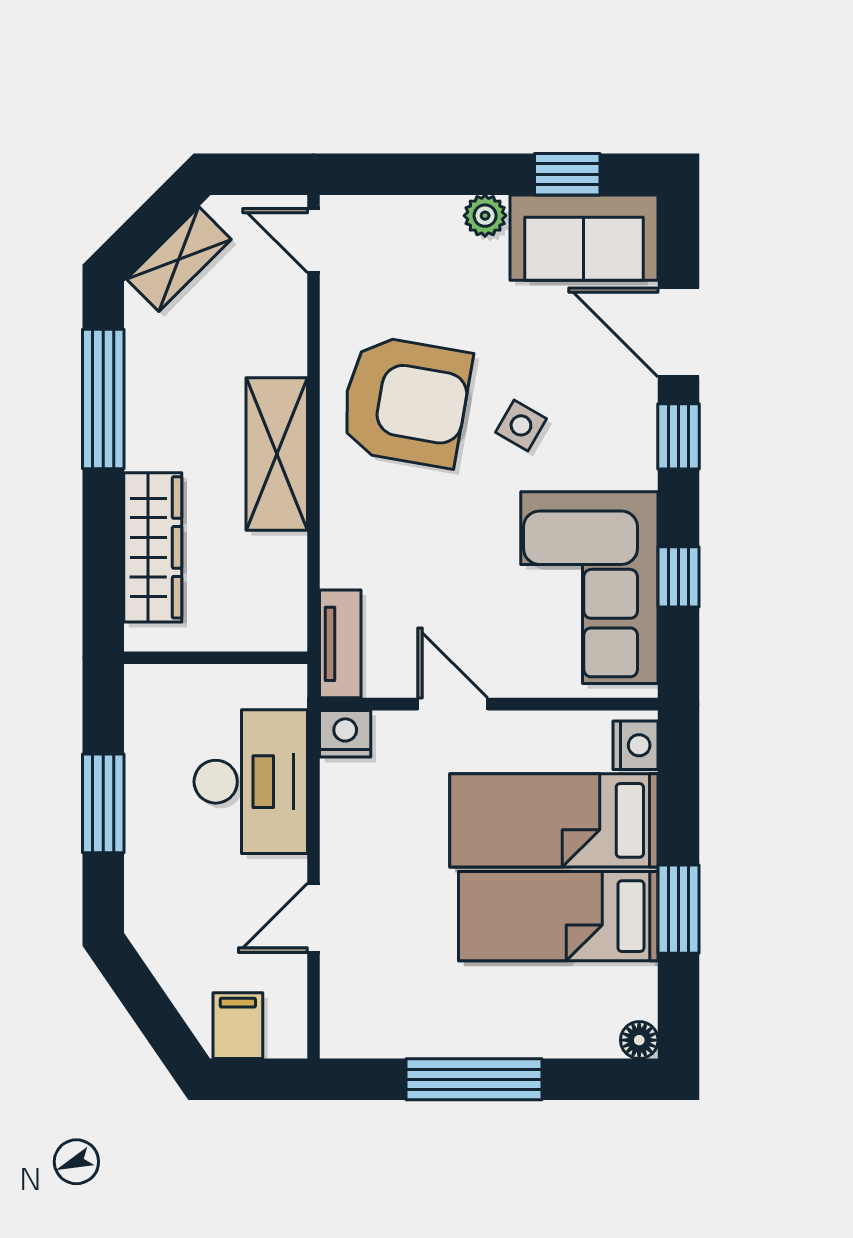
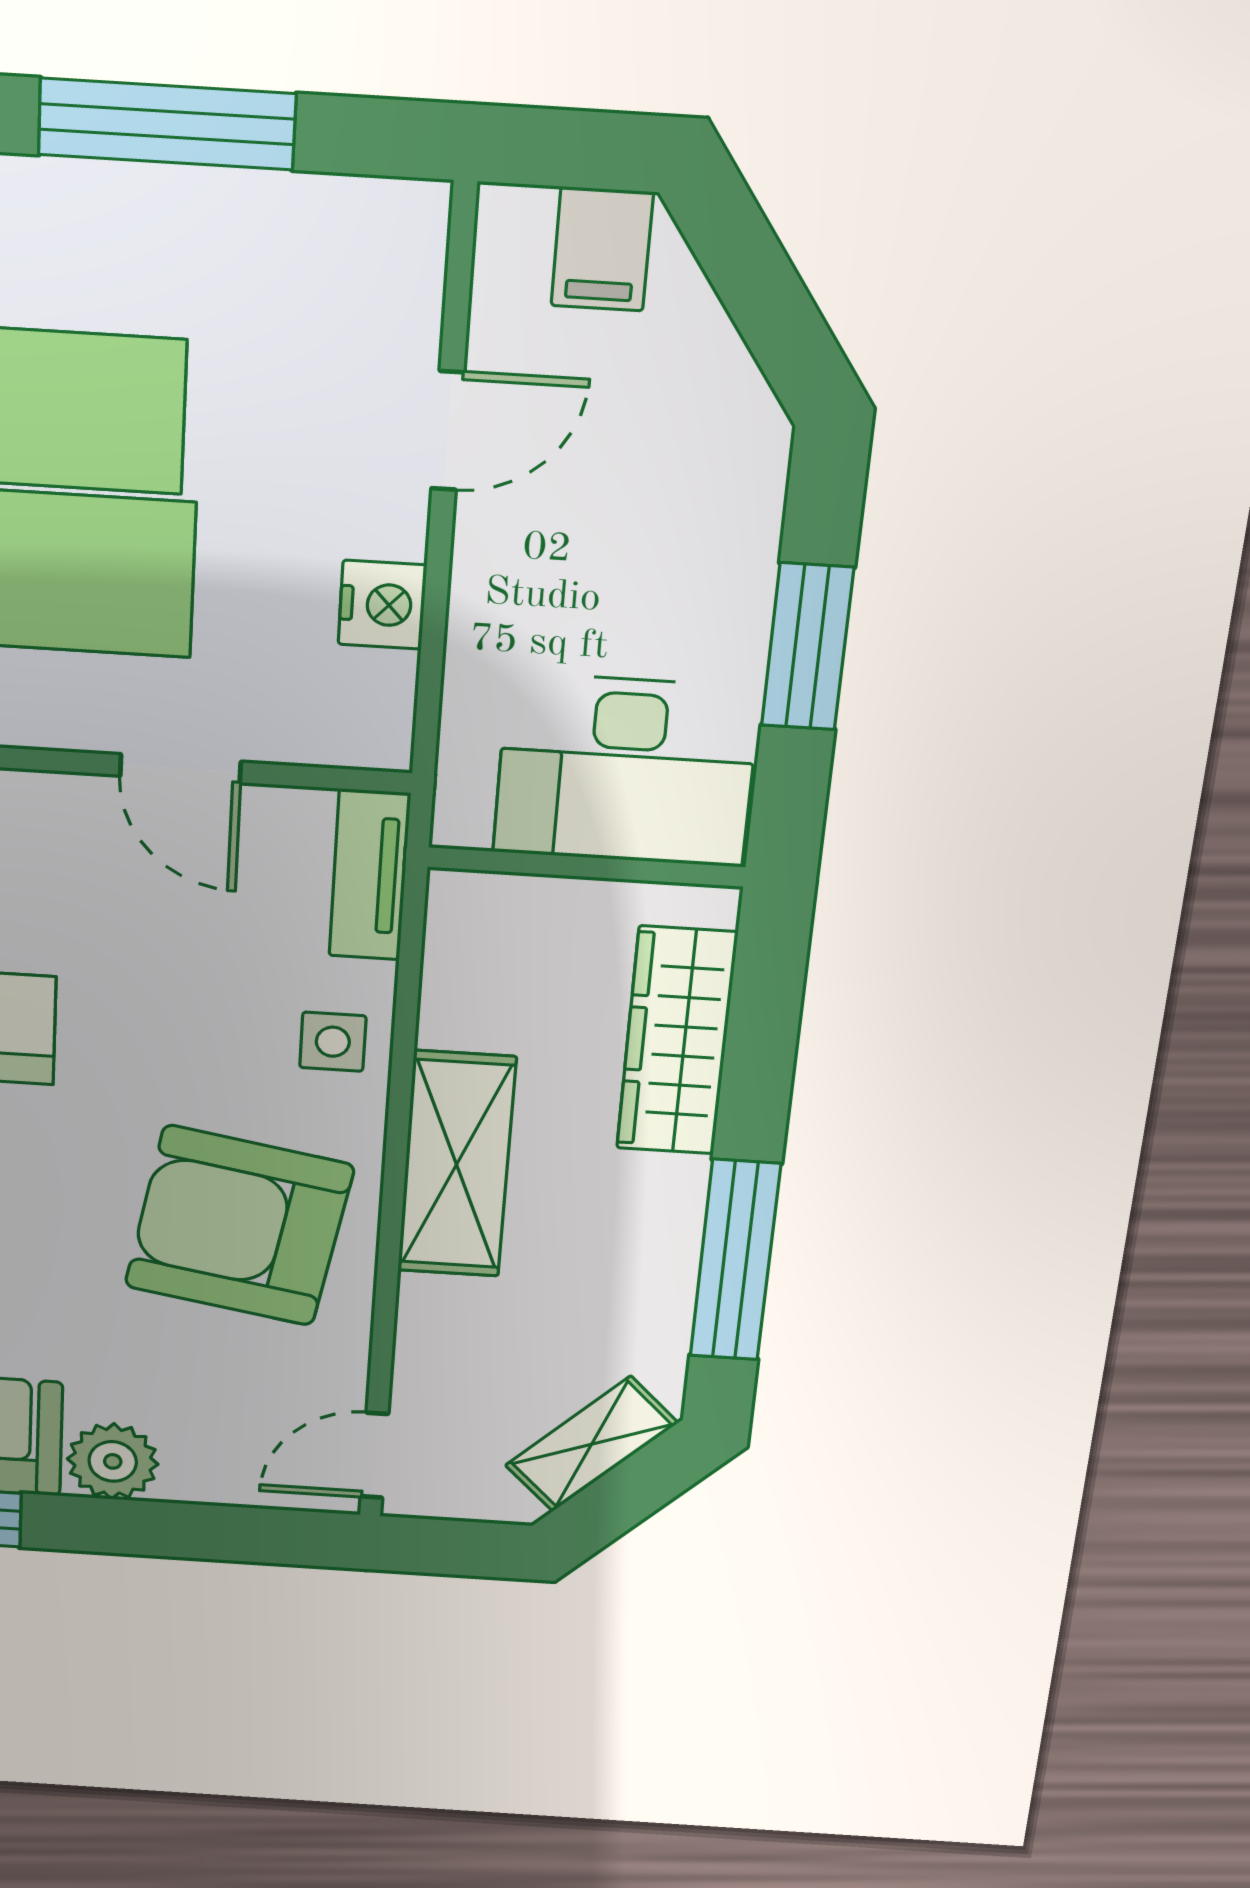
plant: (485, 216) -> (113, 1461), width x1.38, depth x1.38
door: (314, 241) -> (374, 1455), swing flipped
side table: (521, 425) -> (333, 1042), moved, turned -30
nightstand: (345, 734) -> (382, 605), moved, turned -90
desk: (251, 782) -> (626, 770), moved, turned -90

